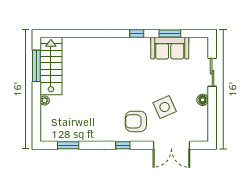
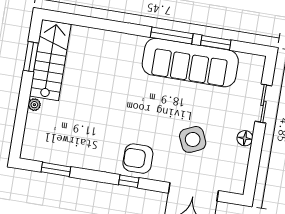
window: (137, 33) -> (172, 35), width x2.17
sofa: (170, 48) -> (190, 63), width x1.85, depth x1.27
window: (36, 66) -> (31, 57), width x0.69
armchair: (136, 121) -> (138, 159), moved

